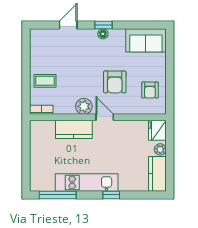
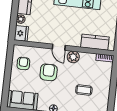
coffee table: (45, 81) -> (84, 90), moved
kitchen counter: (74, 129) -> (95, 42), moved

